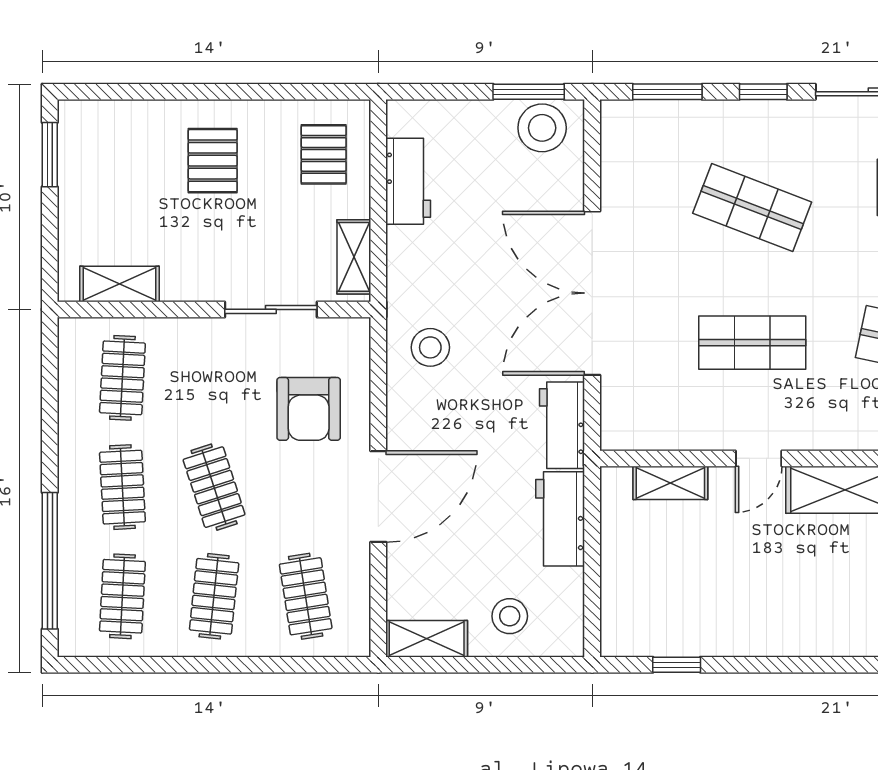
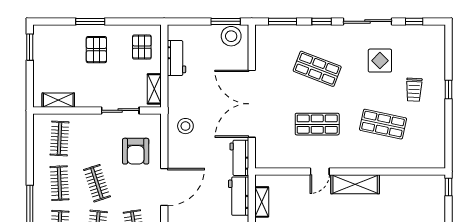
window: (198, 92) -> (90, 21), added
shelving: (670, 483) -> (262, 202), moved, turned 90

